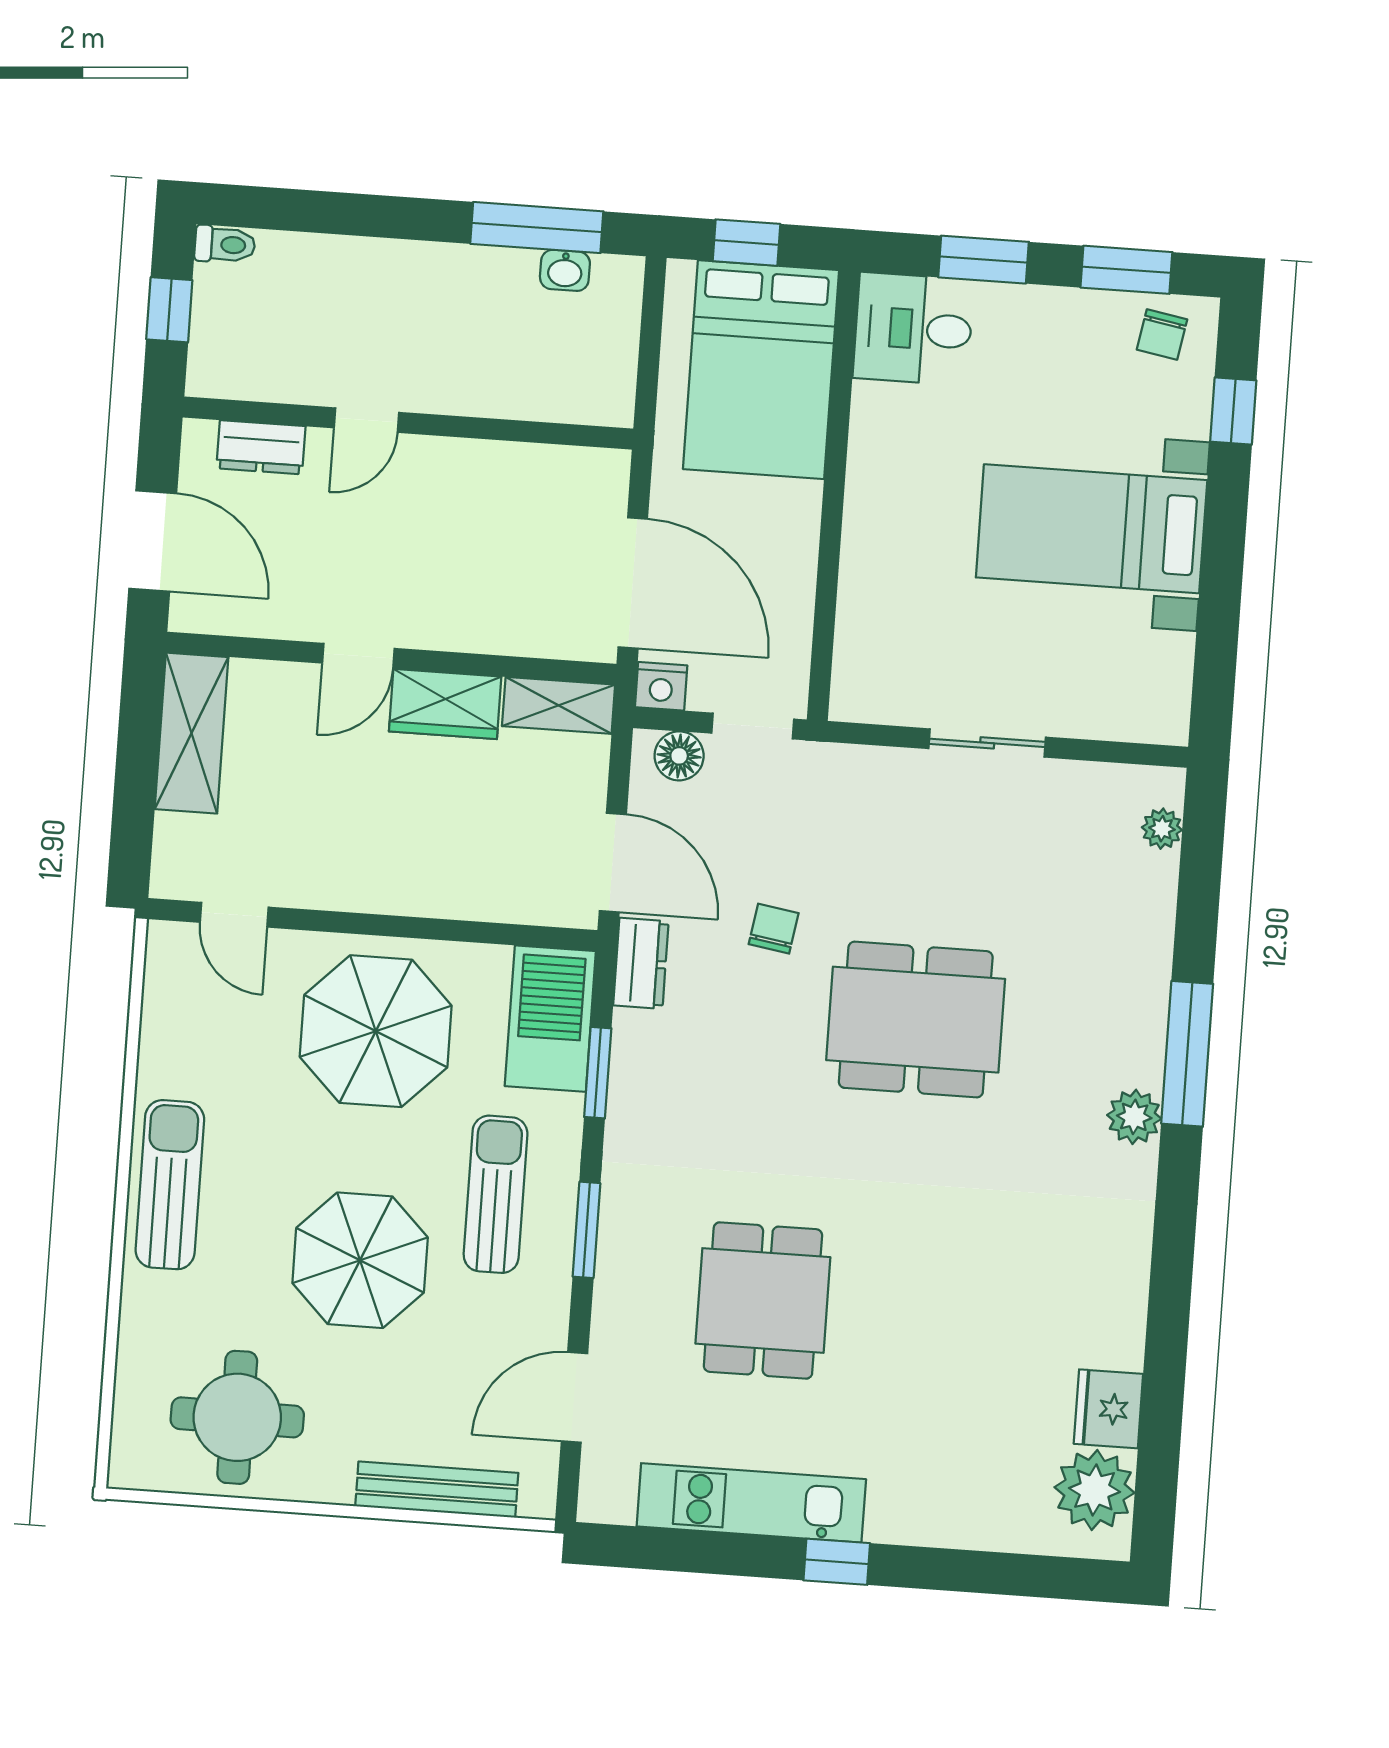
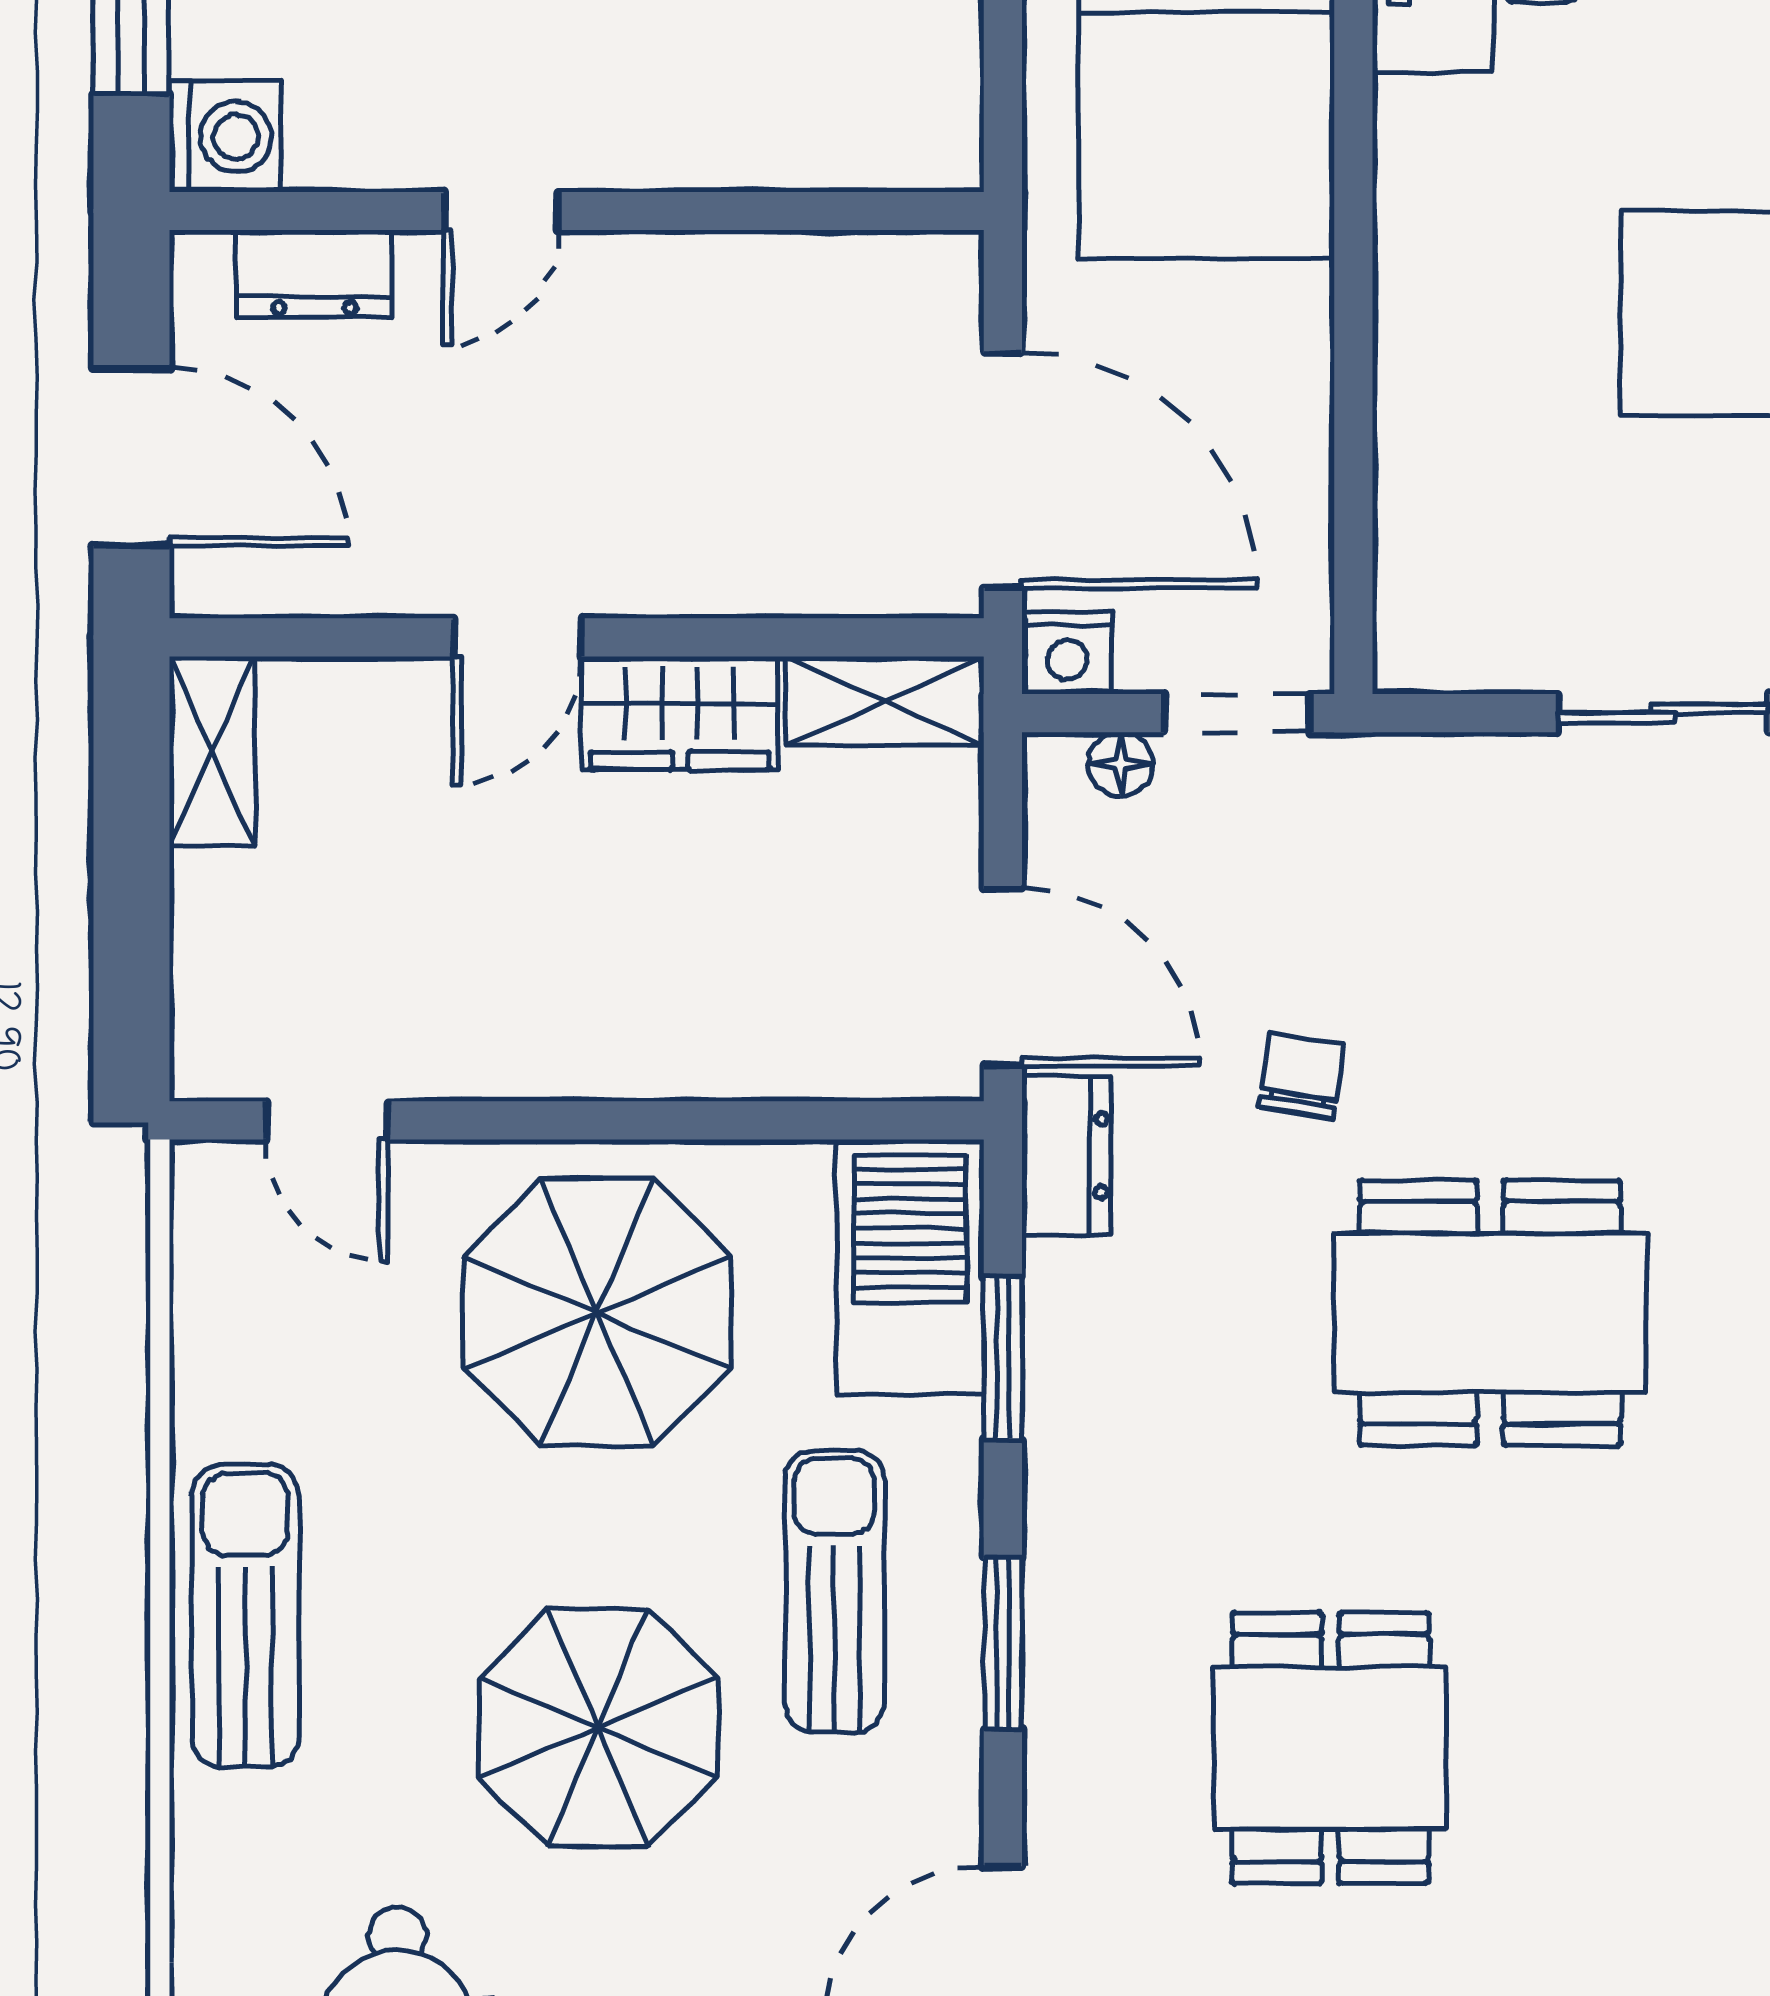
washing machine: (217, 368) -> (225, 137), added
shelving: (191, 733) -> (212, 751), width x0.67, depth x0.75
floor lamp: (679, 756) -> (1121, 764), width x0.73, depth x0.73
dining table: (916, 1020) -> (1490, 1313), moved

